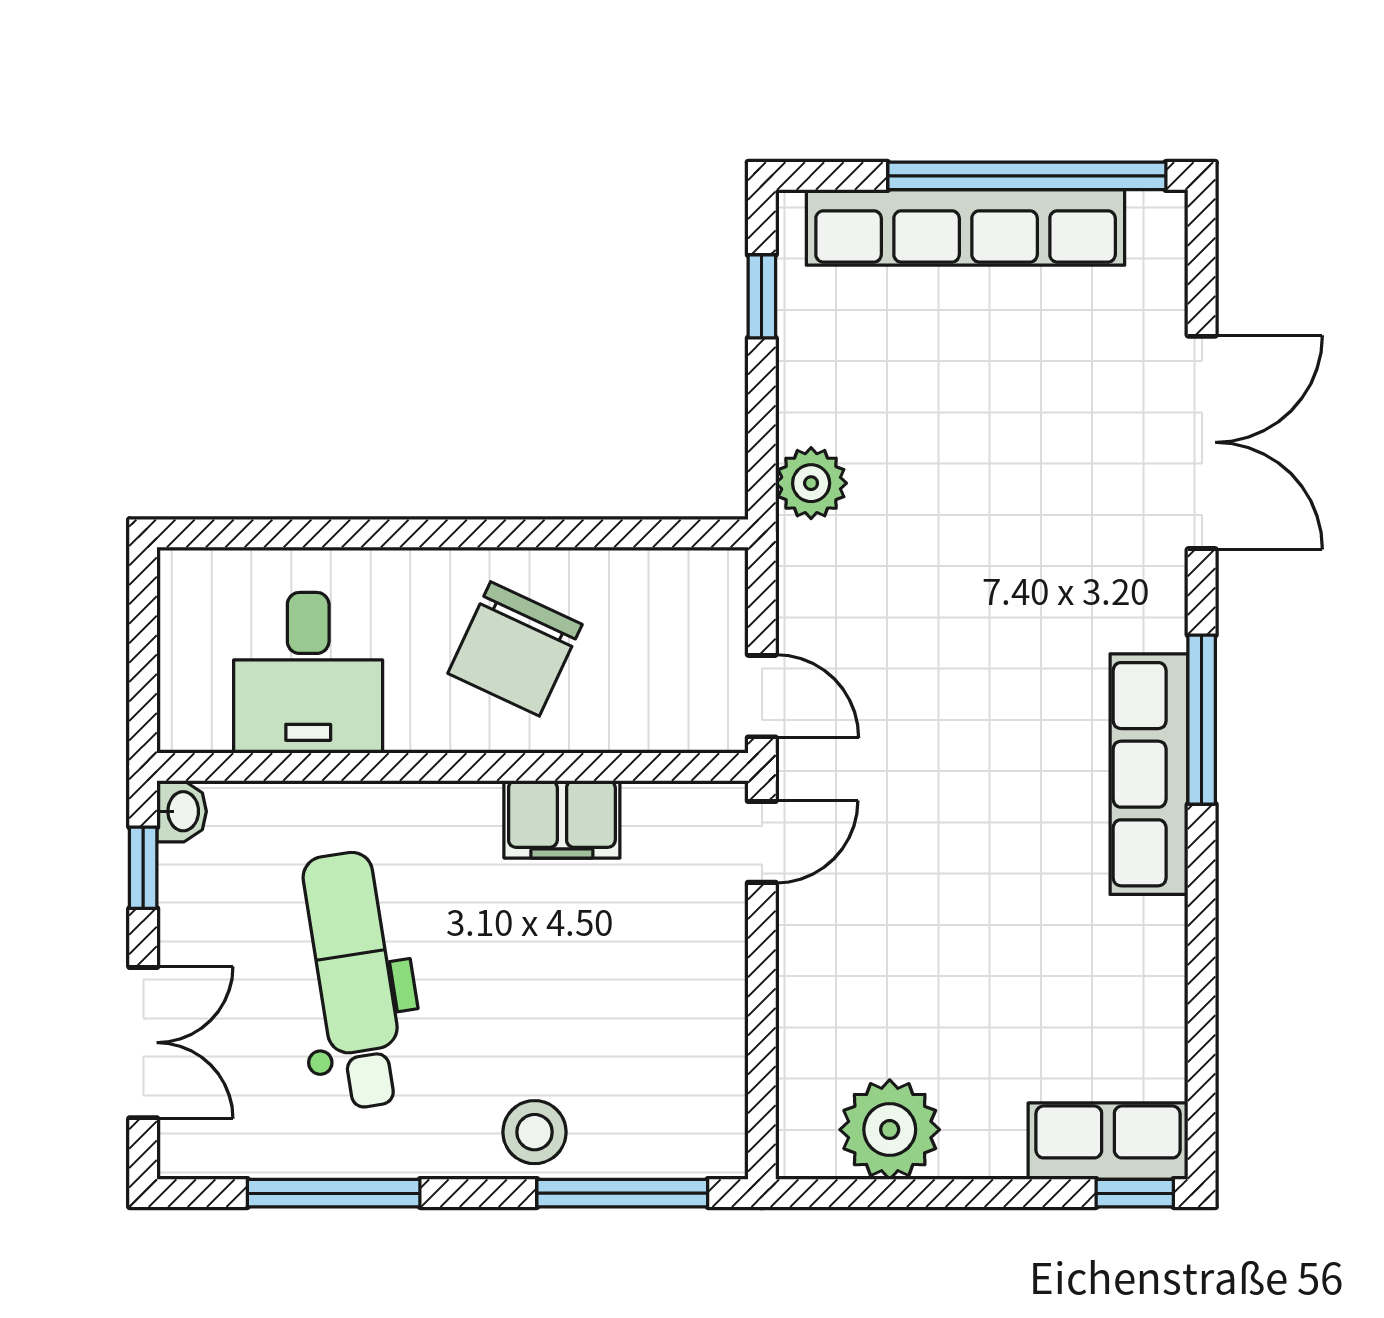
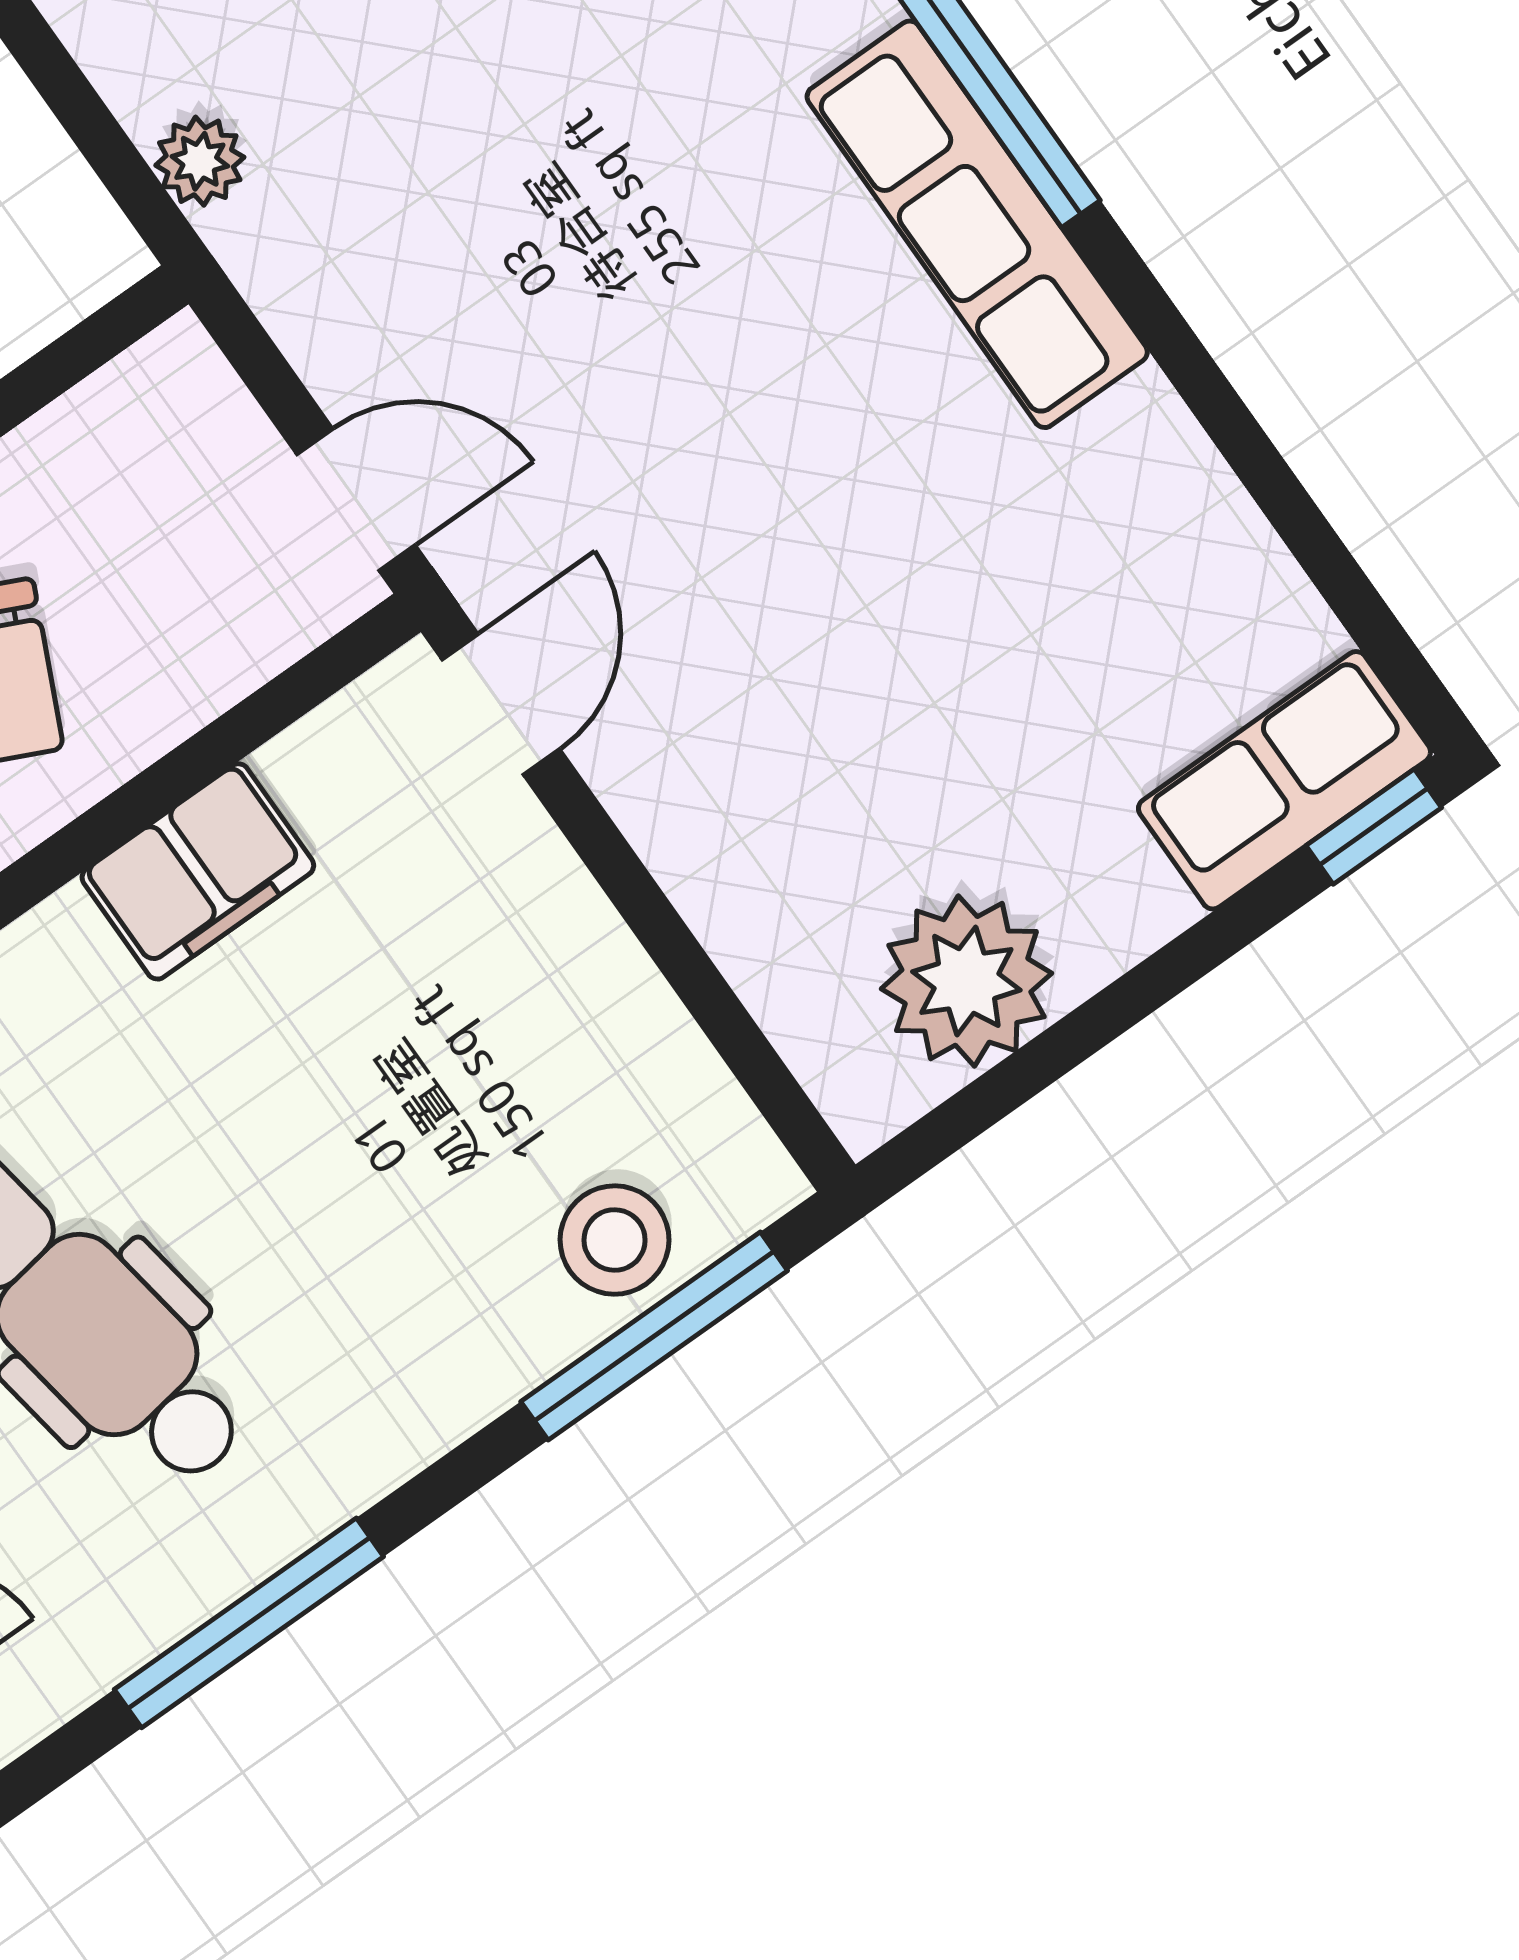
plant: (811, 483) -> (200, 161), width x0.73, depth x0.73
stool: (535, 1132) -> (615, 1240), moved

